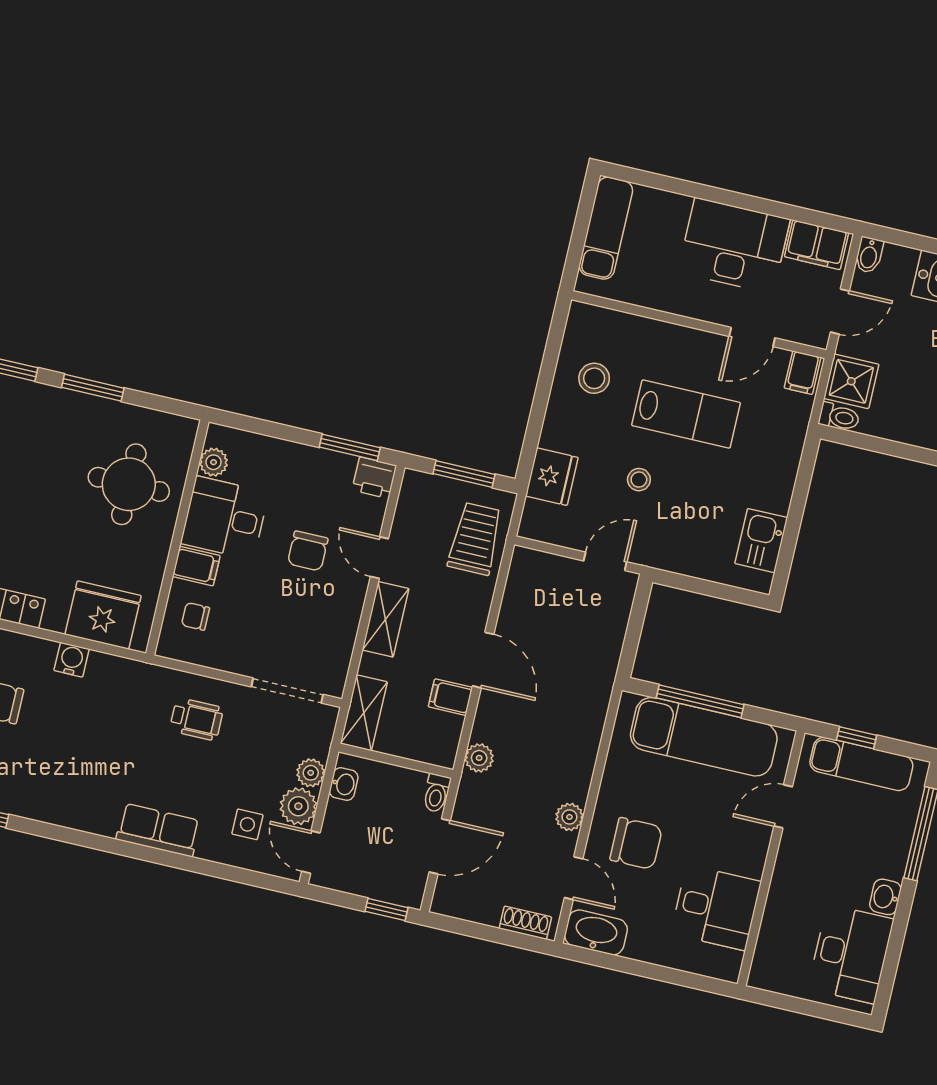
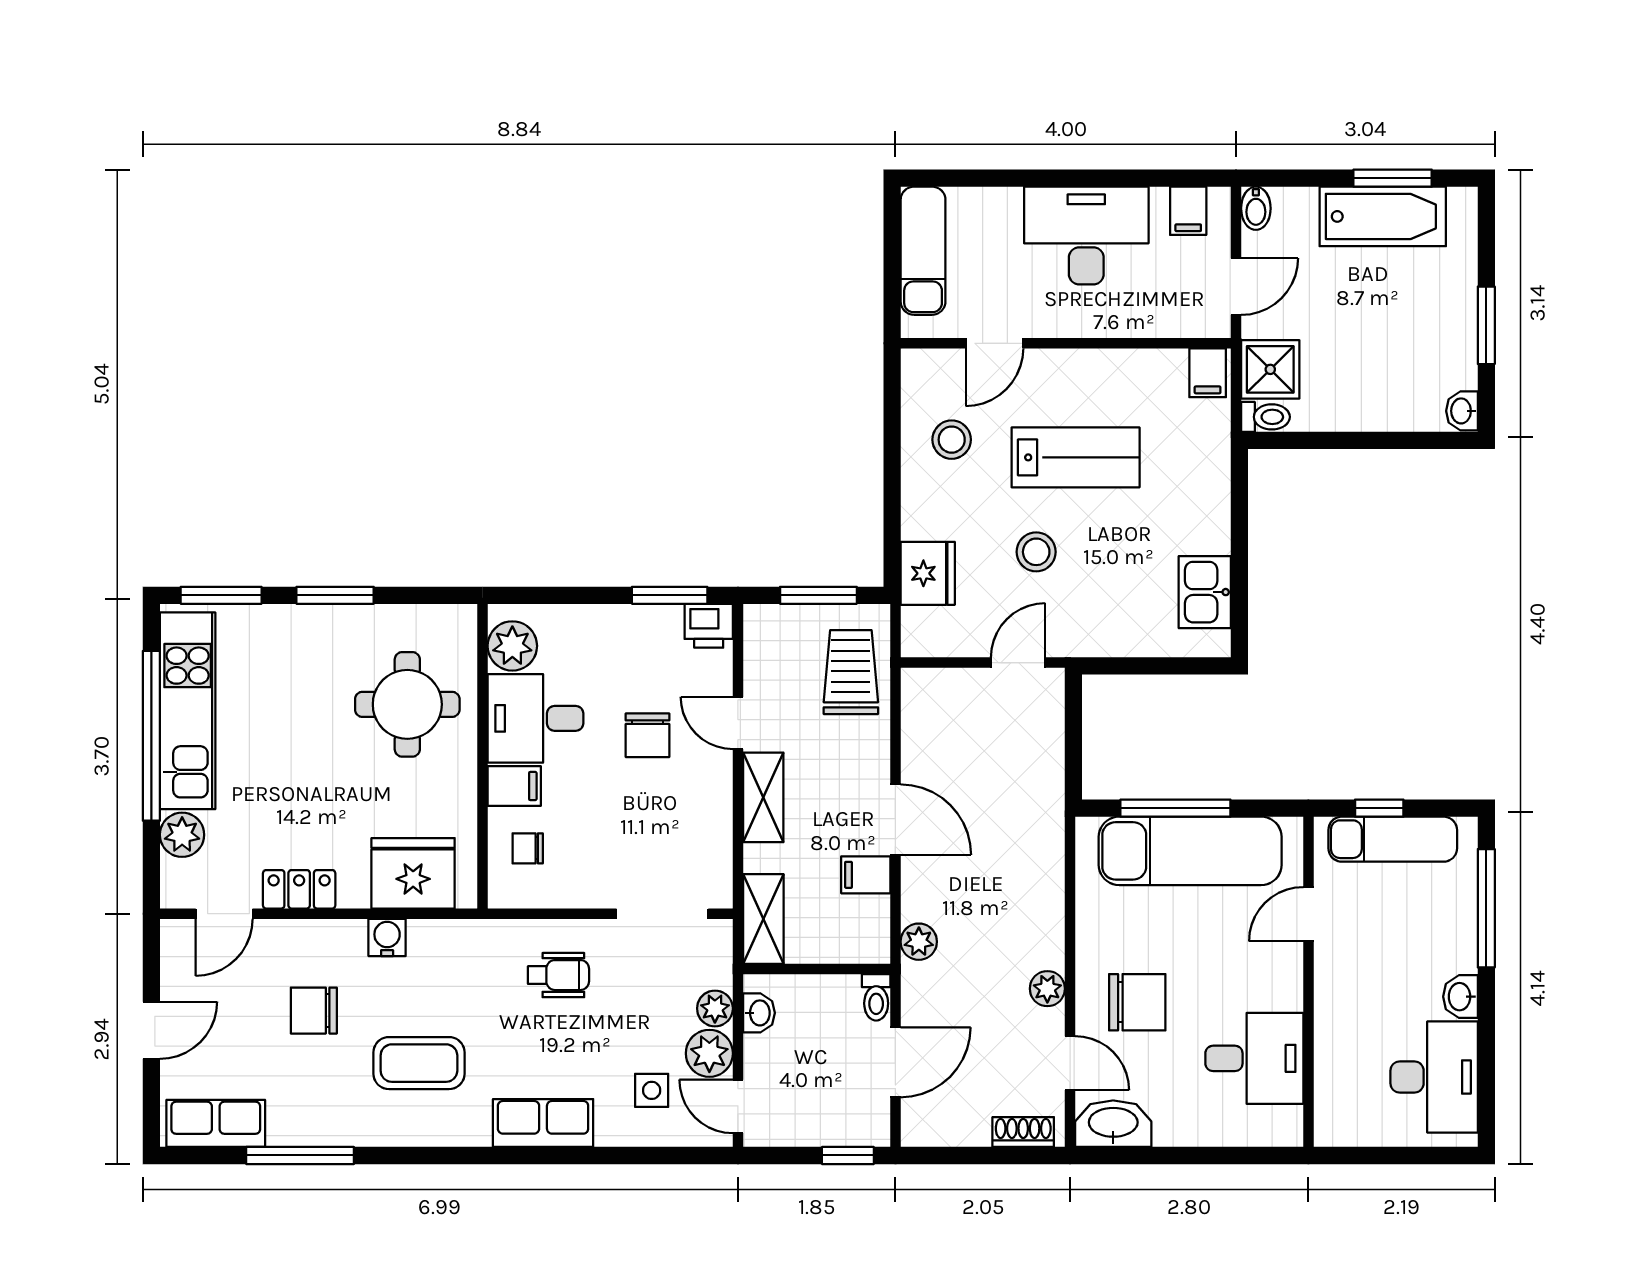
filing cabinet: (817, 245) -> (1188, 211), width x0.50
door: (752, 337) -> (994, 343), moved
plant: (214, 462) -> (512, 646), width x1.38, depth x1.38
stool: (639, 480) -> (1036, 552), width x1.37, depth x1.37
coffee table: (74, 762) -> (419, 1063), added

